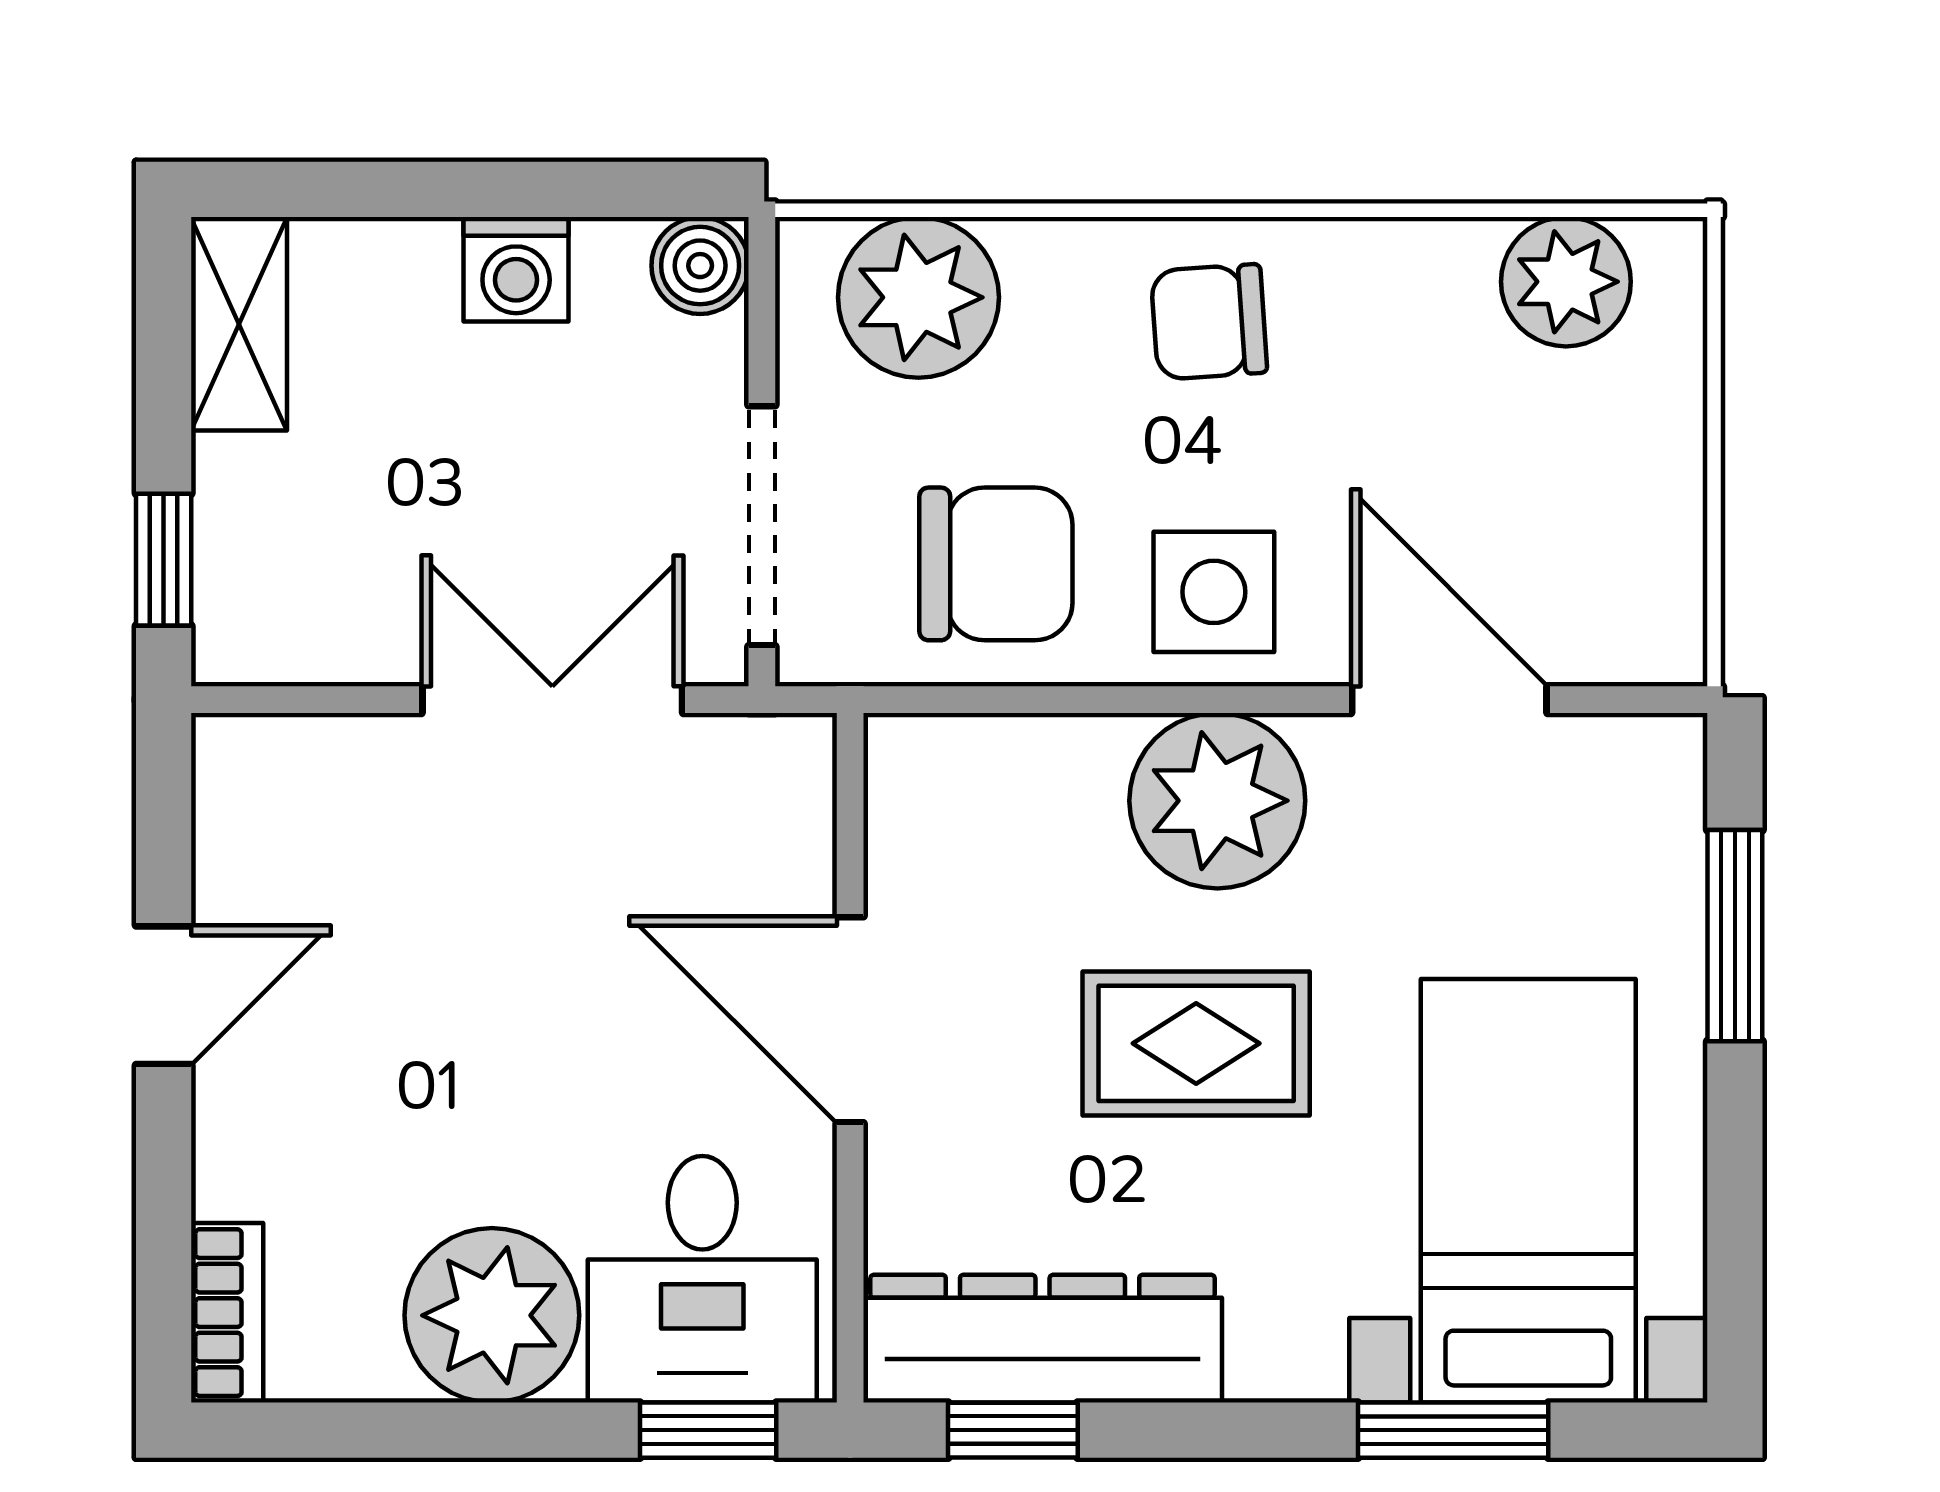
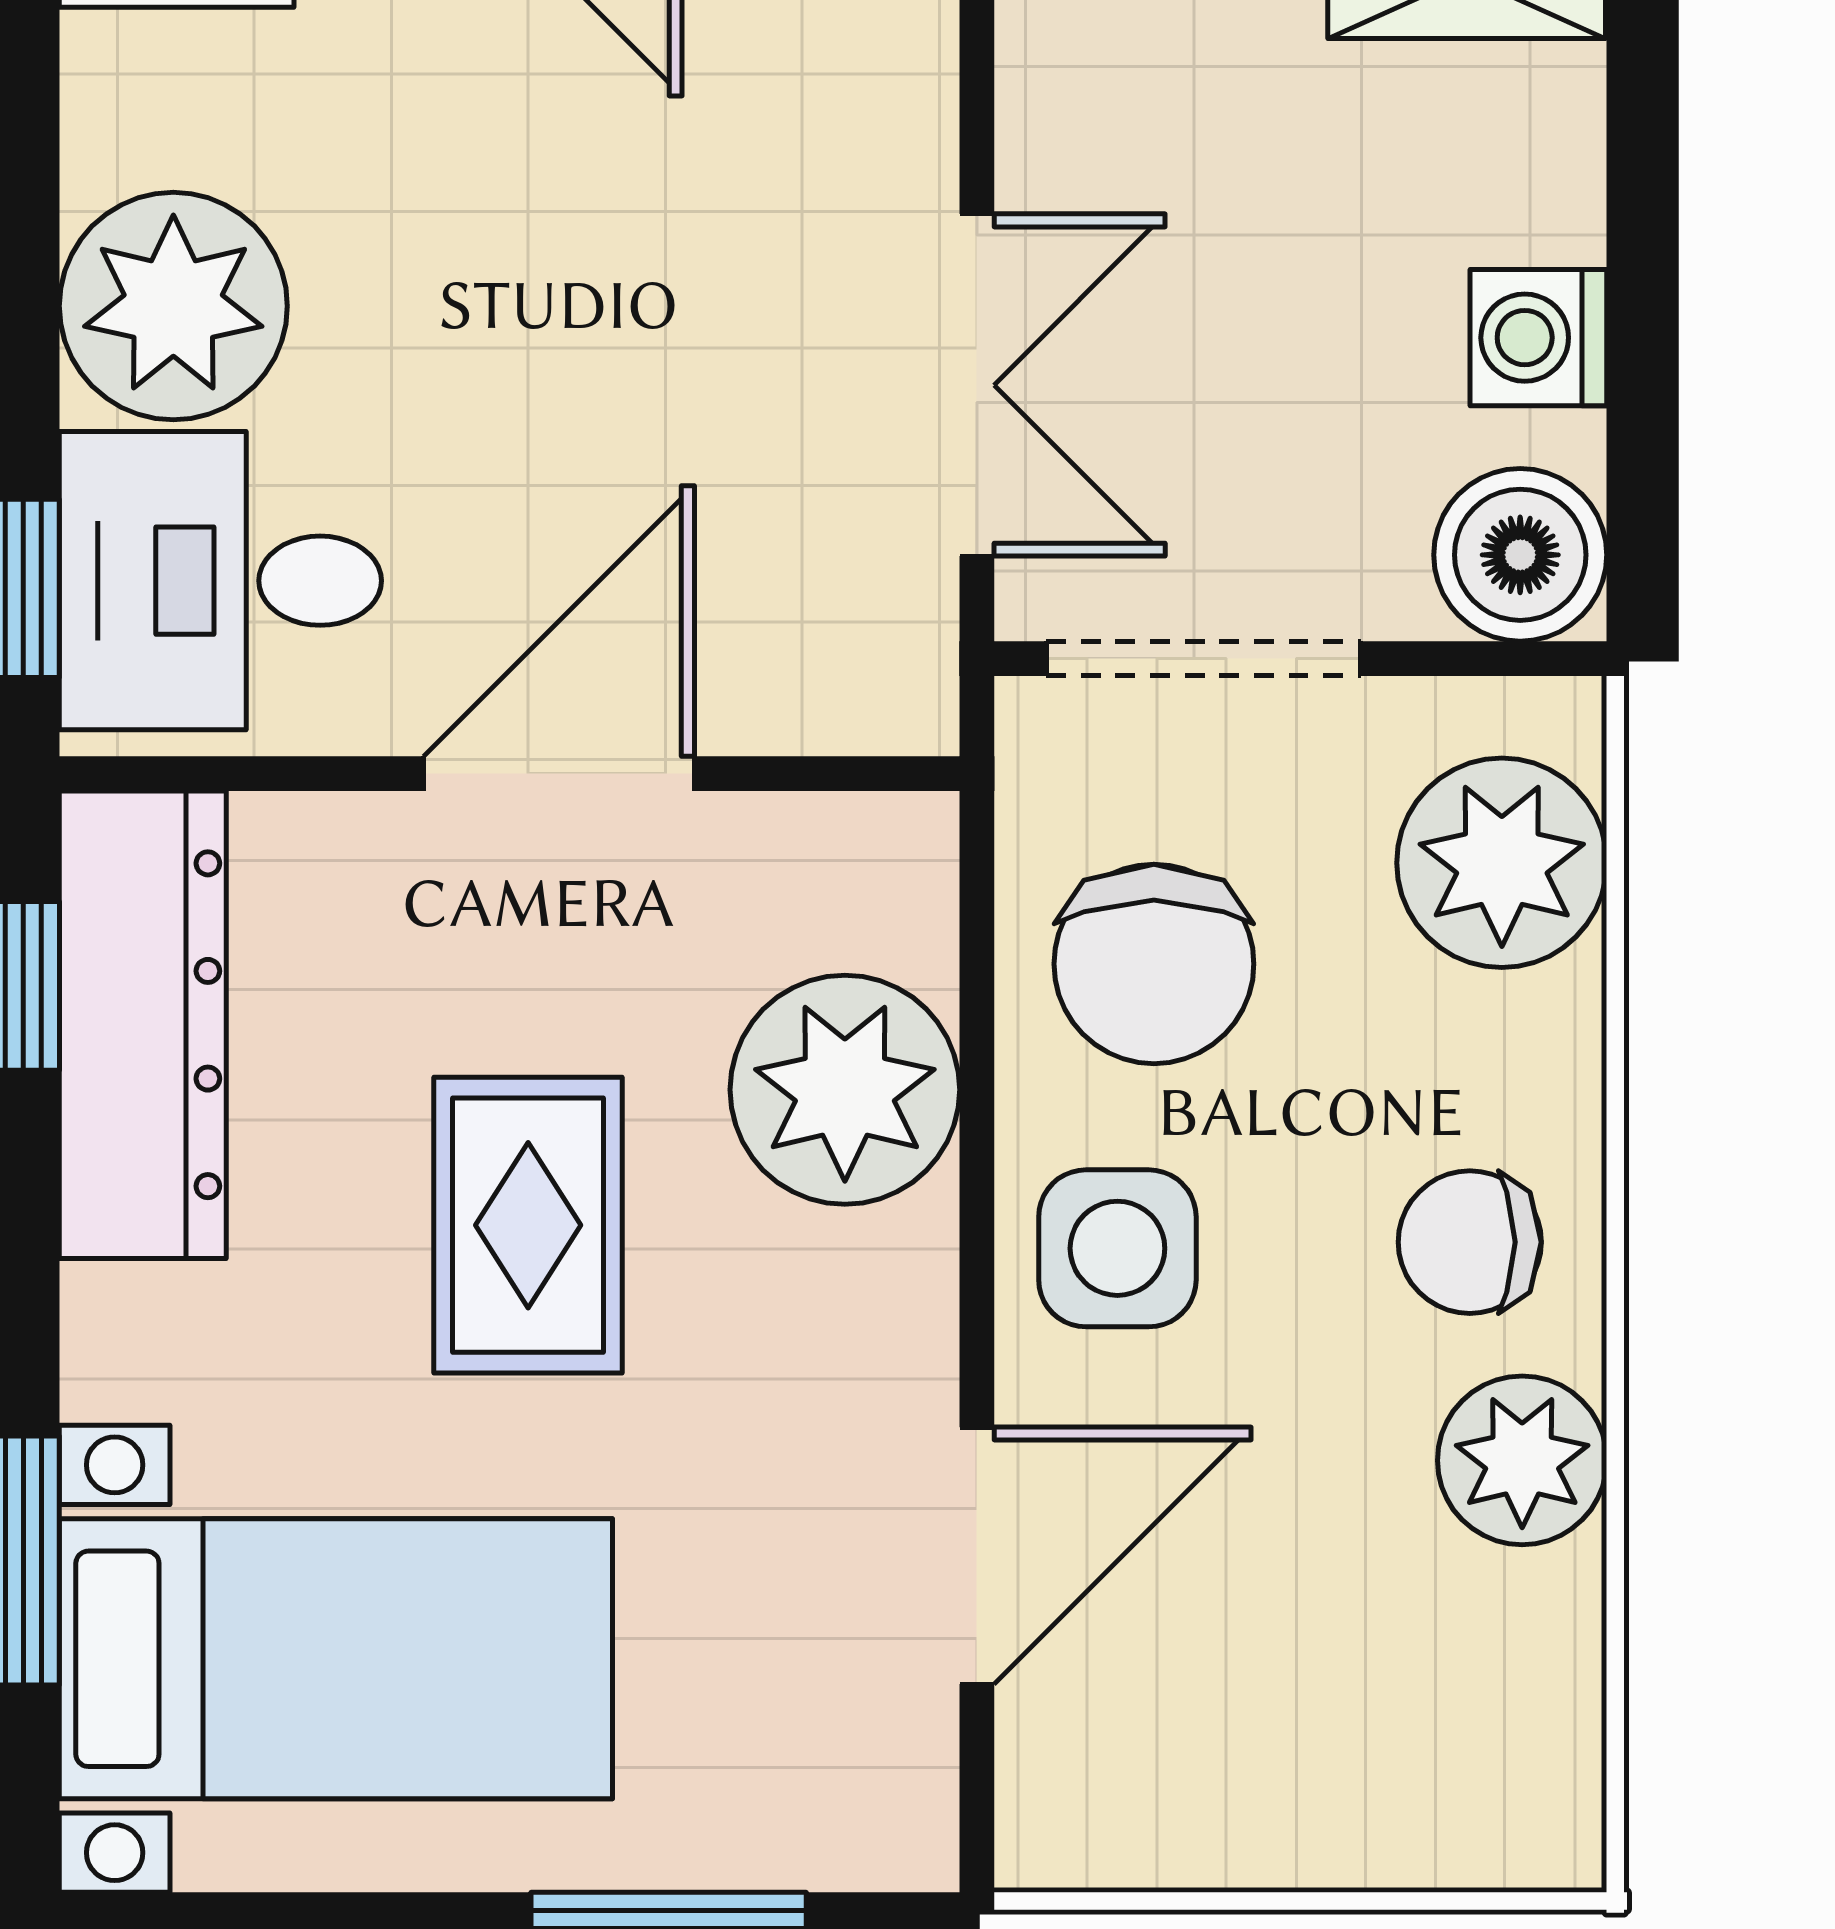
boiler: (700, 266) -> (1520, 555), width x1.36, depth x1.36
plant: (1566, 282) -> (1522, 1460), moved
chair: (1209, 322) -> (1470, 1242), turned -86
plant: (1217, 801) -> (845, 1090), moved

